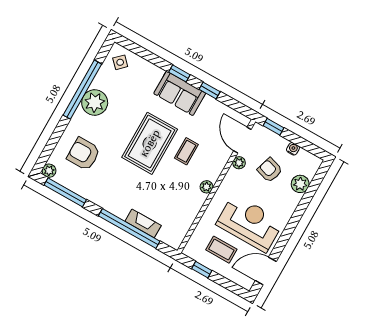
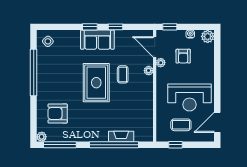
plant: (95, 102) -> (46, 76), removed
armchair: (270, 170) -> (183, 56), turned -107
plant: (300, 184) -> (208, 36), moved
plant: (206, 187) -> (149, 71), moved
reception desk: (250, 223) -> (189, 97), turned 180

